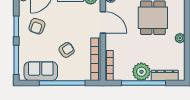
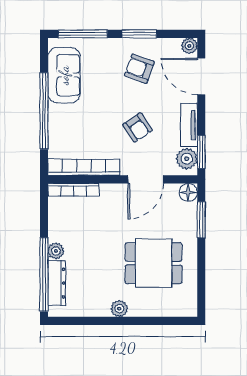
armchair: (67, 50) -> (137, 127), moved
plant: (141, 72) -> (56, 251), width x0.53, depth x0.53
window: (143, 83) -> (44, 274), moved

